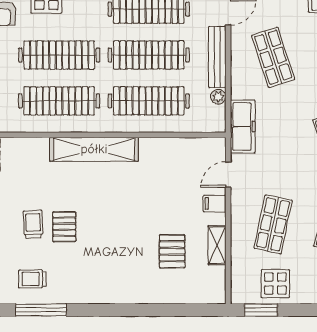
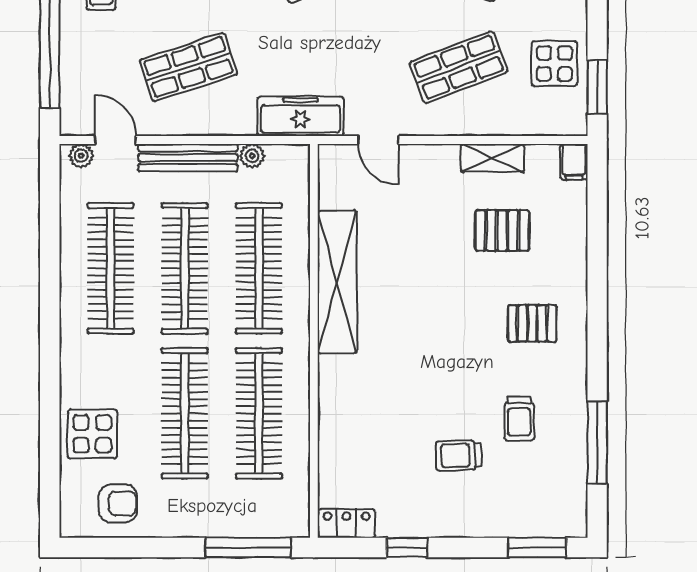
shelving: (94, 149) -> (337, 282), moved
filing cabinet: (215, 204) -> (574, 162), moved
shop shelf: (273, 224) -> (459, 67), turned -33
pallet: (64, 227) -> (532, 323), moved
trolley: (32, 279) -> (519, 419), moved

